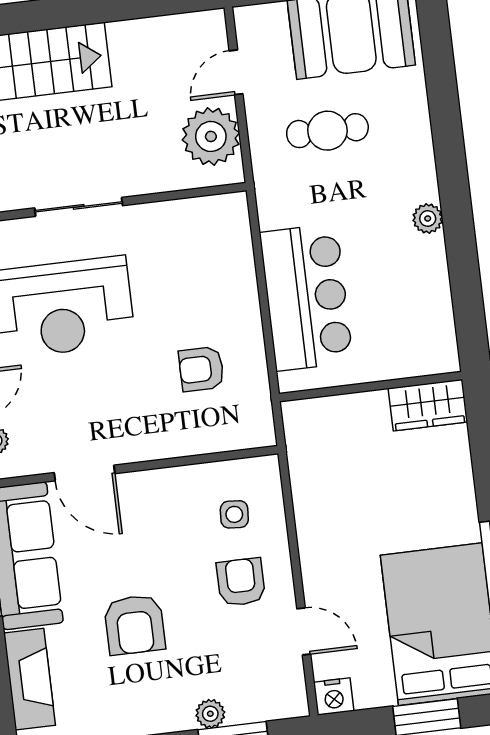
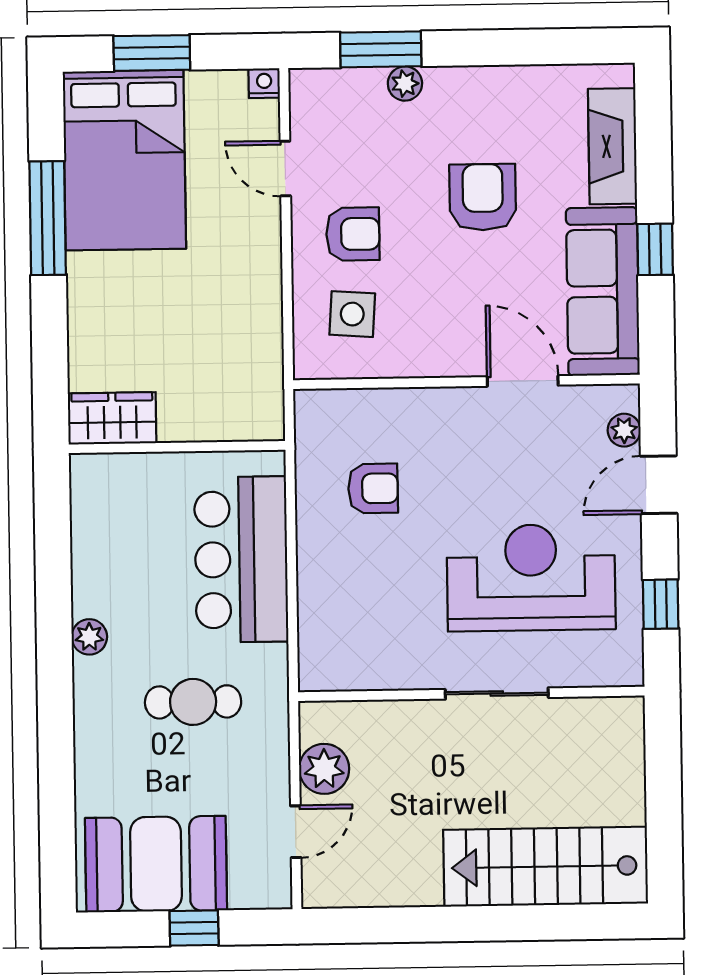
cafe table: (327, 131) -> (193, 702), moved
plant: (211, 136) -> (324, 769), width x0.73, depth x0.73
side table: (234, 514) -> (352, 314), width x1.37, depth x1.37
armchair: (241, 582) -> (353, 234), turned -90
nightstand: (334, 697) -> (264, 83), width x0.72, depth x0.74

